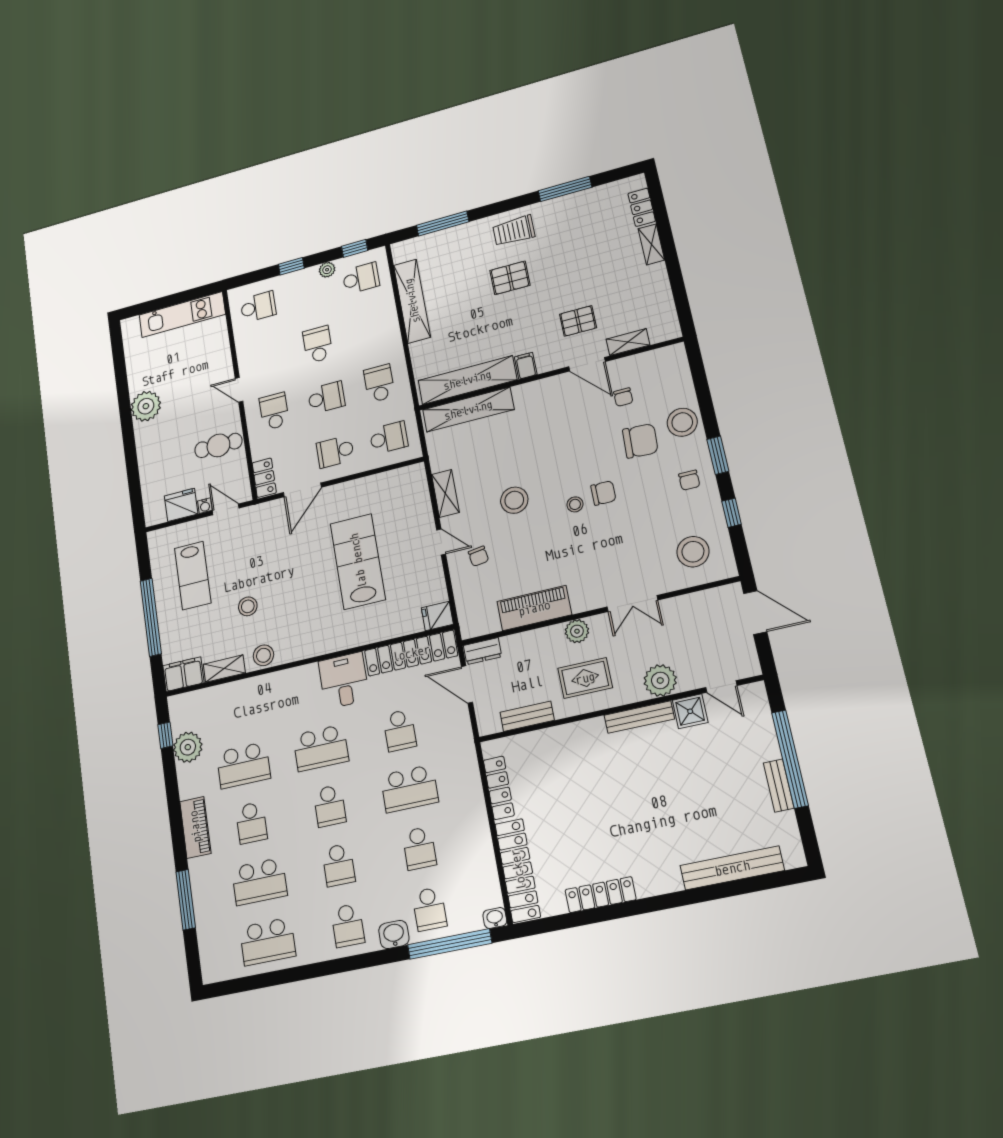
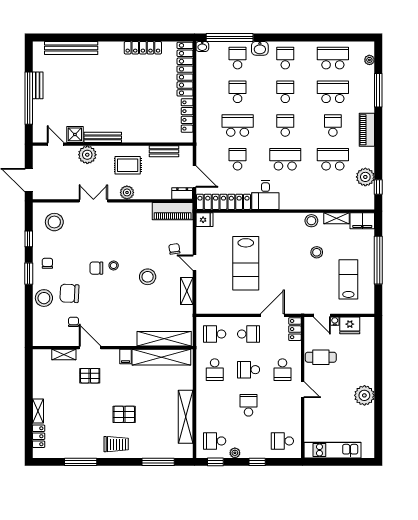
school desk: (318, 344) -> (249, 405), turned 180
piano: (534, 608) -> (173, 211), moved
plant: (207, 950) -> (369, 60), added

